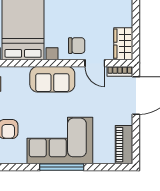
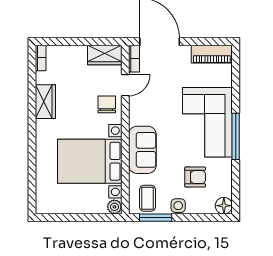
sofa: (52, 79) -> (142, 150), moved
window: (62, 167) -> (236, 136), moved

